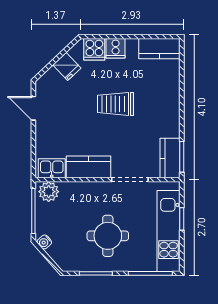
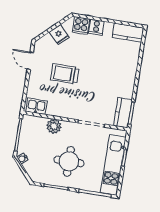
trolley: (115, 104) -> (65, 74), moved
kitchen counter: (89, 167) -> (63, 110), removed
plant: (49, 192) -> (54, 126), moved

